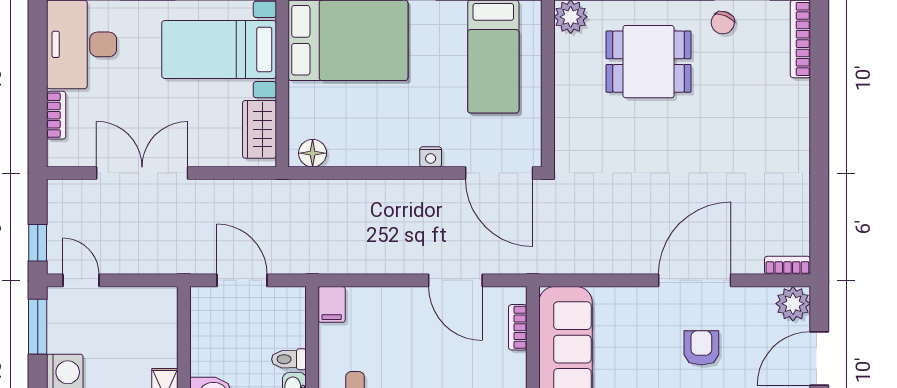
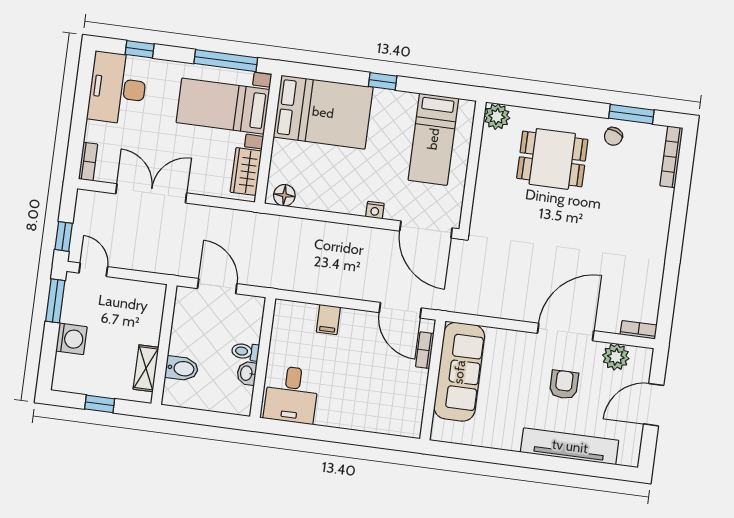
bookcase: (56, 115) -> (88, 162), moved
door: (455, 280) -> (400, 310), moved
filing cabinet: (332, 304) -> (328, 320), moved
plant: (793, 304) -> (616, 357), moved

